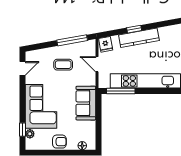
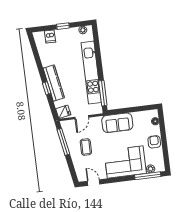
window: (22, 130) -> (148, 176), width x2.17

